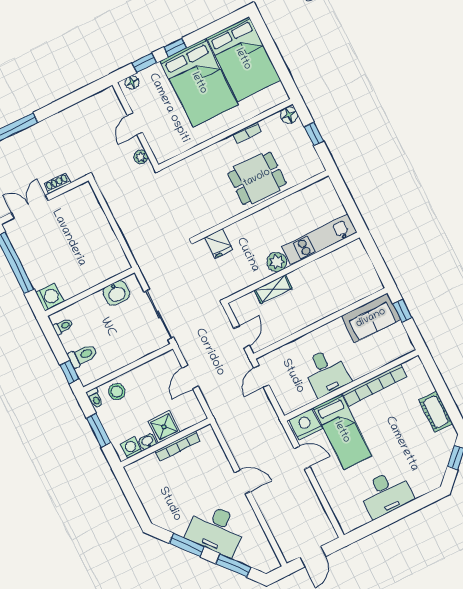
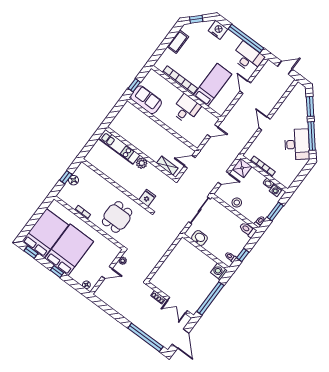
window: (144, 63) -> (31, 252), moved
floor lamp: (289, 115) -> (73, 180), moved
dining table: (257, 178) -> (117, 217), moved, turned 90
shelving: (273, 289) -> (167, 166), moved
toilet: (83, 355) -> (248, 230), moved
window: (69, 372) -> (243, 255), moved
door: (261, 376) -> (213, 131), moved
stool: (117, 392) -> (237, 203), moved
nightstand: (305, 424) -> (218, 30), moved, turned 180
shower: (164, 427) -> (242, 168), moved
door: (302, 457) -> (245, 87), moved
desk: (386, 493) -> (248, 57), moved
window: (388, 519) -> (246, 39), added
desk: (216, 530) -> (297, 144), moved
window: (187, 545) -> (312, 136), width x1.44

